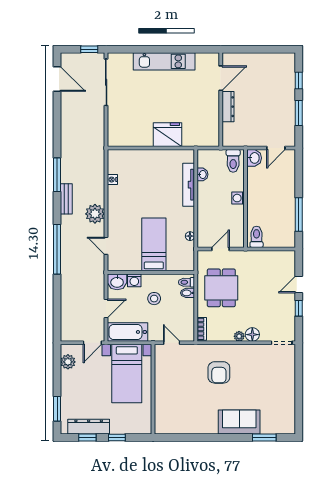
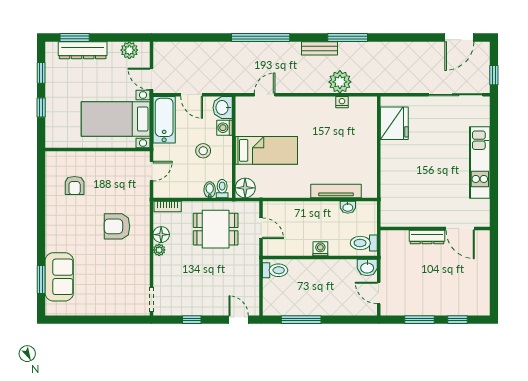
fridge: (168, 135) -> (394, 123), moved
plant: (95, 214) -> (340, 82), moved
floor lamp: (190, 236) -> (245, 188), moved, width x1.89, depth x1.89
door: (299, 284) -> (239, 320), moved
floor lamp: (252, 335) -> (161, 235), moved
armchair: (184, 409) -> (75, 185), added
sofa: (239, 422) -> (59, 277), moved
dresser: (89, 427) -> (83, 50), moved, turned 90

